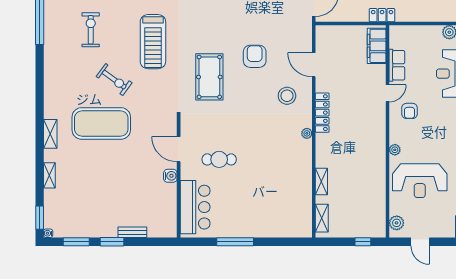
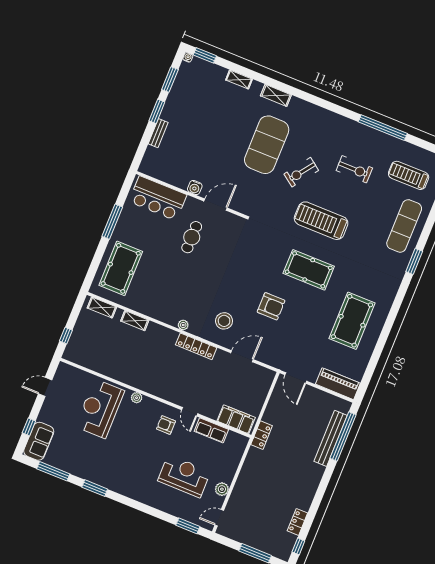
pool table: (209, 77) -> (309, 270), moved
pool table: (277, 215) -> (121, 268), added
plant: (397, 223) -> (71, 373), removed

